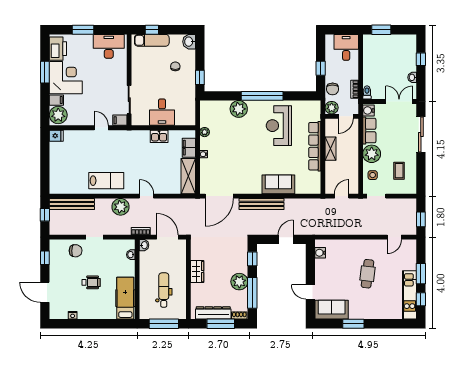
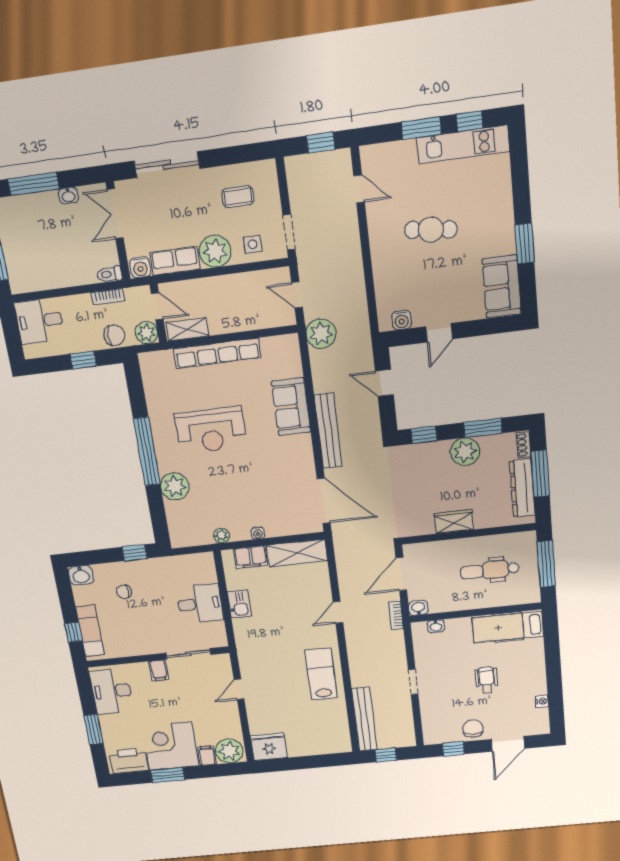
window: (421, 59) -> (33, 184), width x2.17
filing cabinet: (120, 120) -> (159, 670), moved
reception desk: (279, 126) -> (211, 430), moved
fridge: (56, 136) -> (269, 747), width x1.88, depth x1.34
shelving: (330, 149) -> (187, 329), moved
plant: (121, 207) -> (321, 334), moved
chair: (76, 251) -> (473, 729), moved
door: (310, 292) -> (439, 333), moved
window: (252, 293) -> (483, 428), width x0.69

